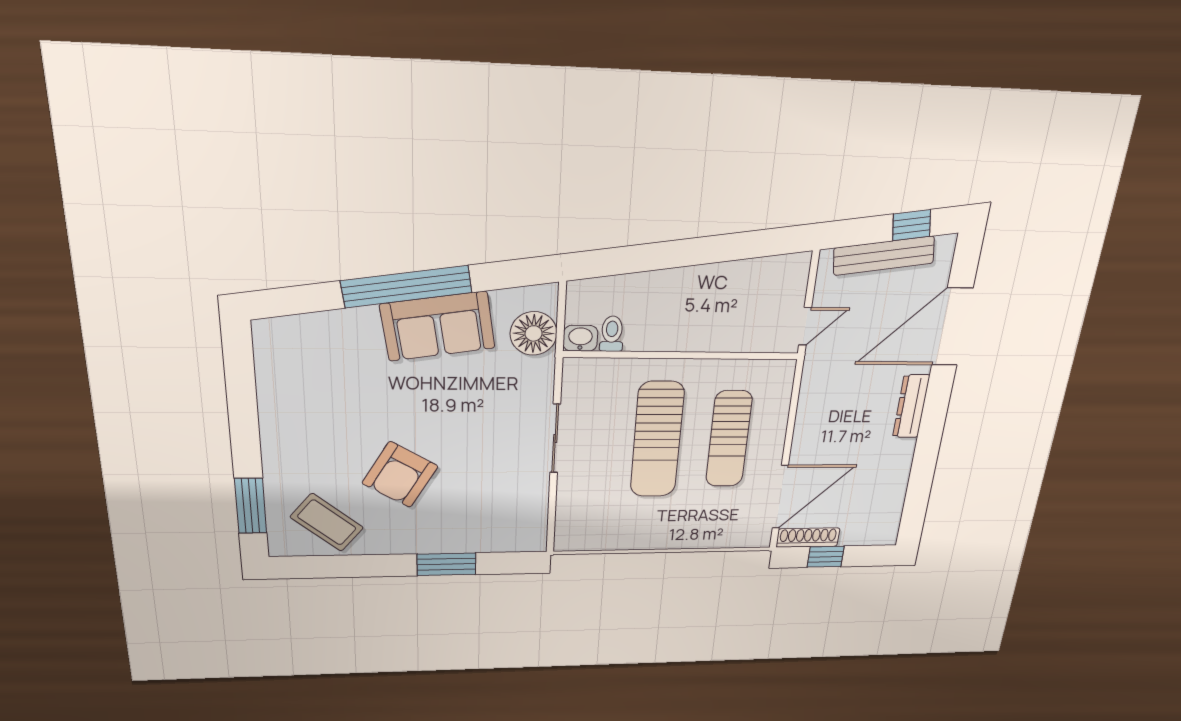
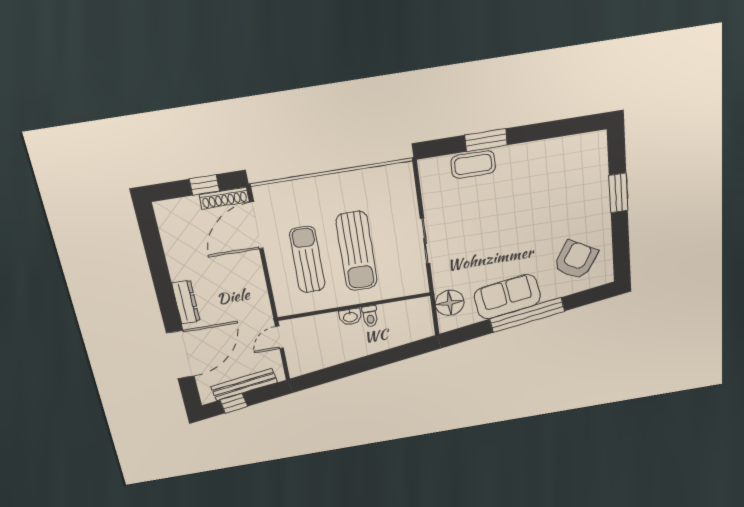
toilet: (612, 334) -> (370, 316), moved
washbasin: (580, 338) -> (350, 317), moved
sun lounger: (657, 440) -> (357, 251), turned 180
armchair: (400, 475) -> (576, 260), moved
window: (251, 506) -> (618, 193), moved
coffee table: (327, 522) -> (473, 165), moved, turned -40

